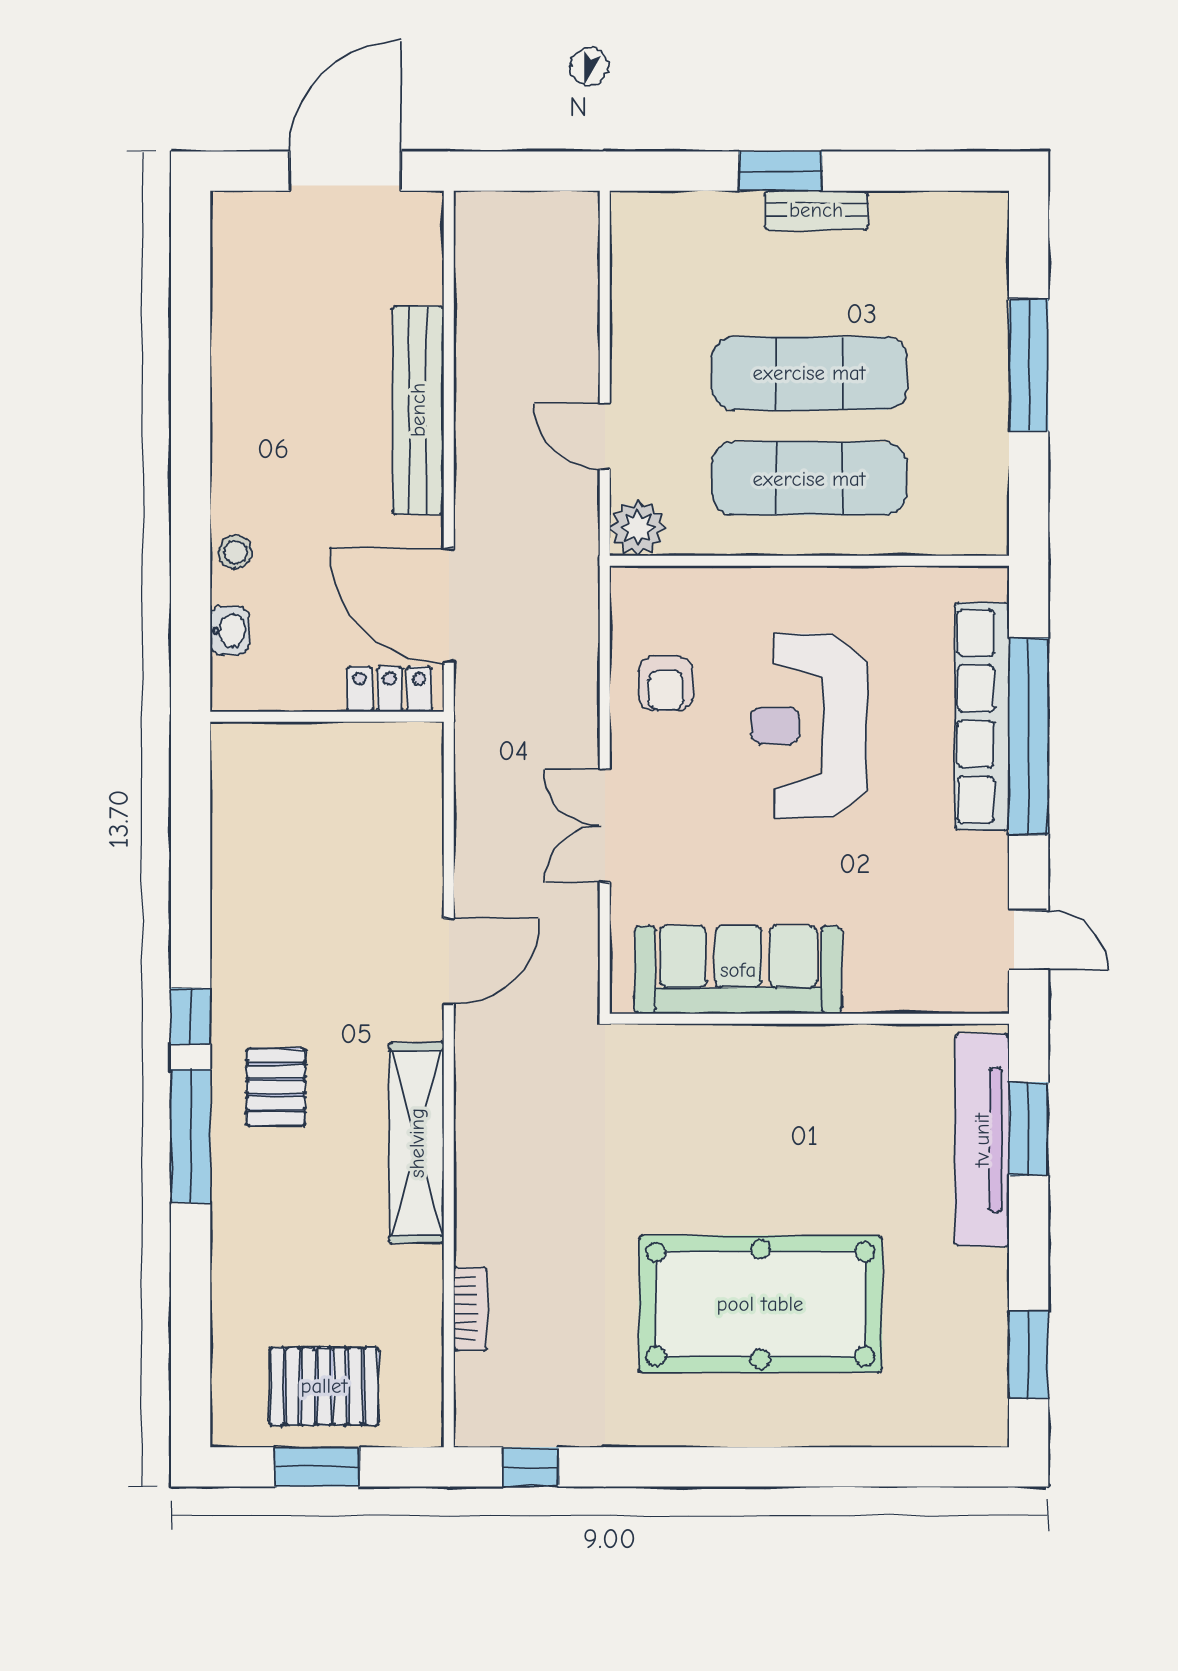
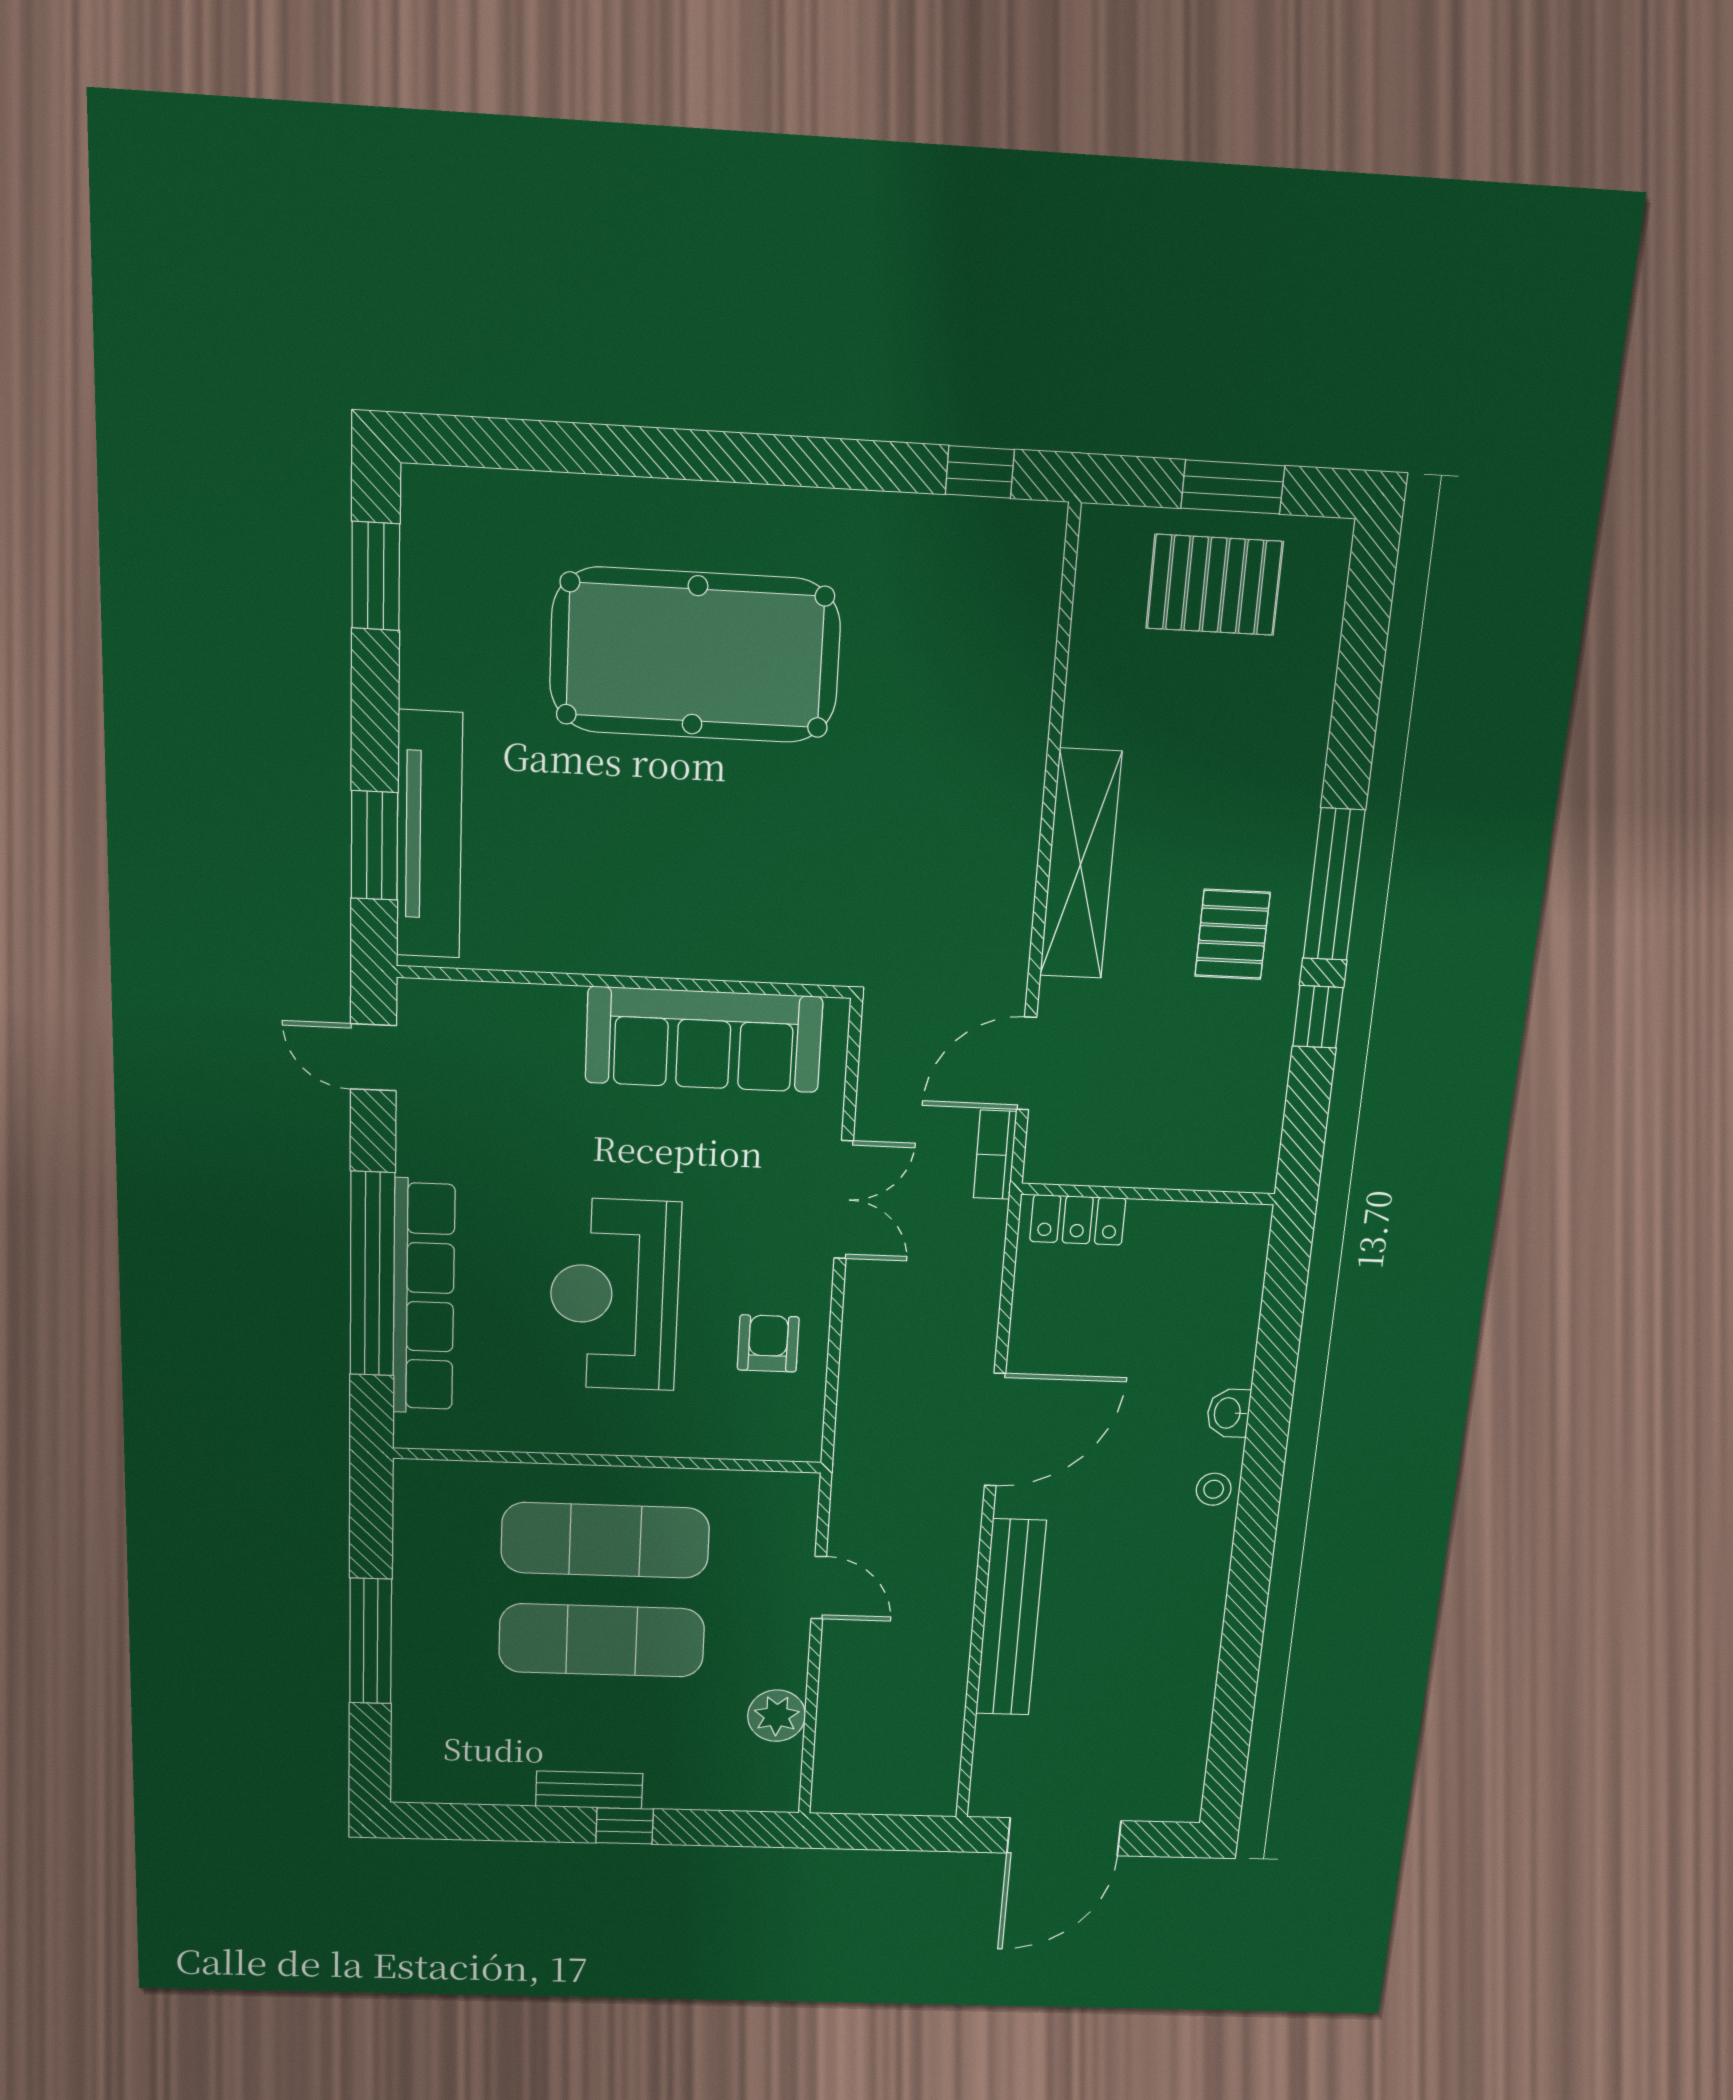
window: (780, 171) -> (625, 1826), width x0.67
plant: (638, 528) -> (777, 1716), moved
door: (449, 606) -> (995, 1430), hinge flipped
locker: (389, 689) -> (1078, 1220), moved
wall: (327, 717) -> (1148, 1194), moved
reception desk: (809, 726) -> (614, 1295), turned 180
bookcase: (470, 1309) -> (995, 1155), moved

